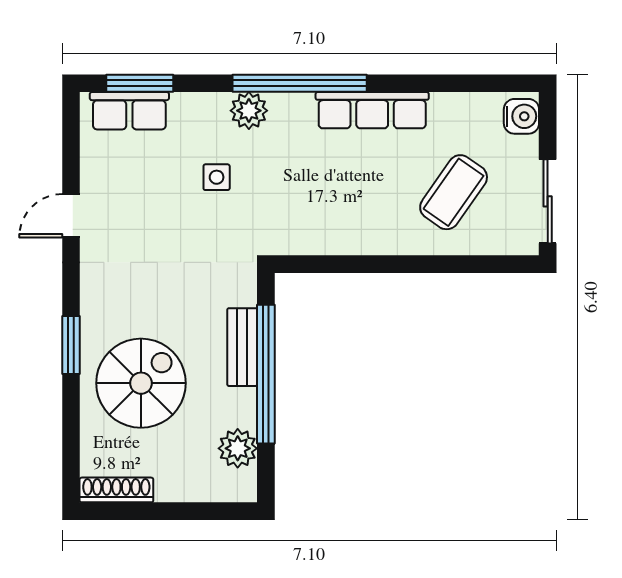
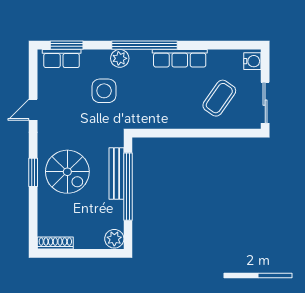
side table: (217, 177) -> (104, 91), width x1.87, depth x1.87
bench: (242, 347) -> (117, 173), width x1.36
spiral stairs: (141, 383) -> (67, 172), moved, turned 90
plant: (238, 448) -> (114, 239), moved

